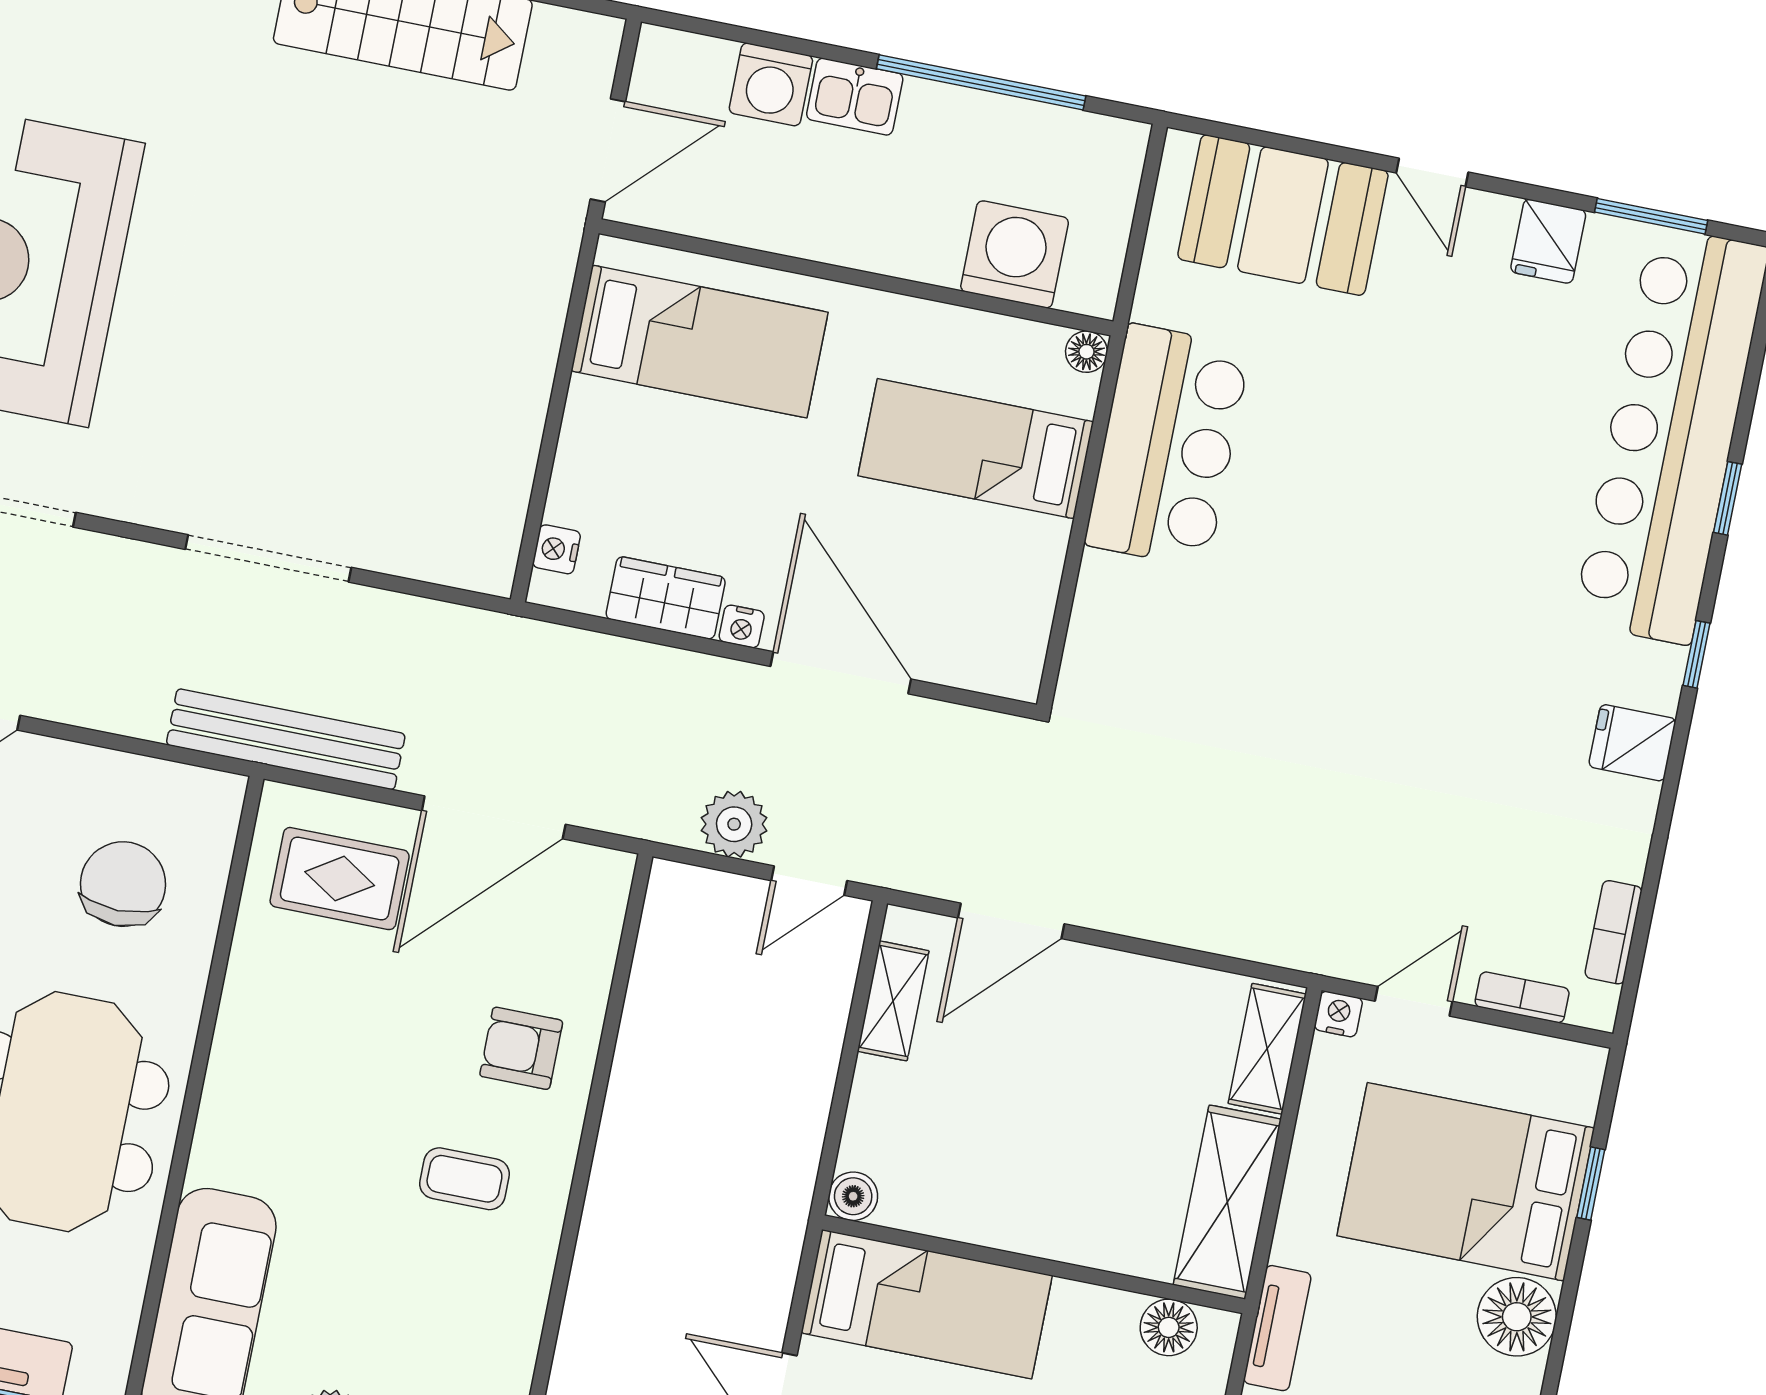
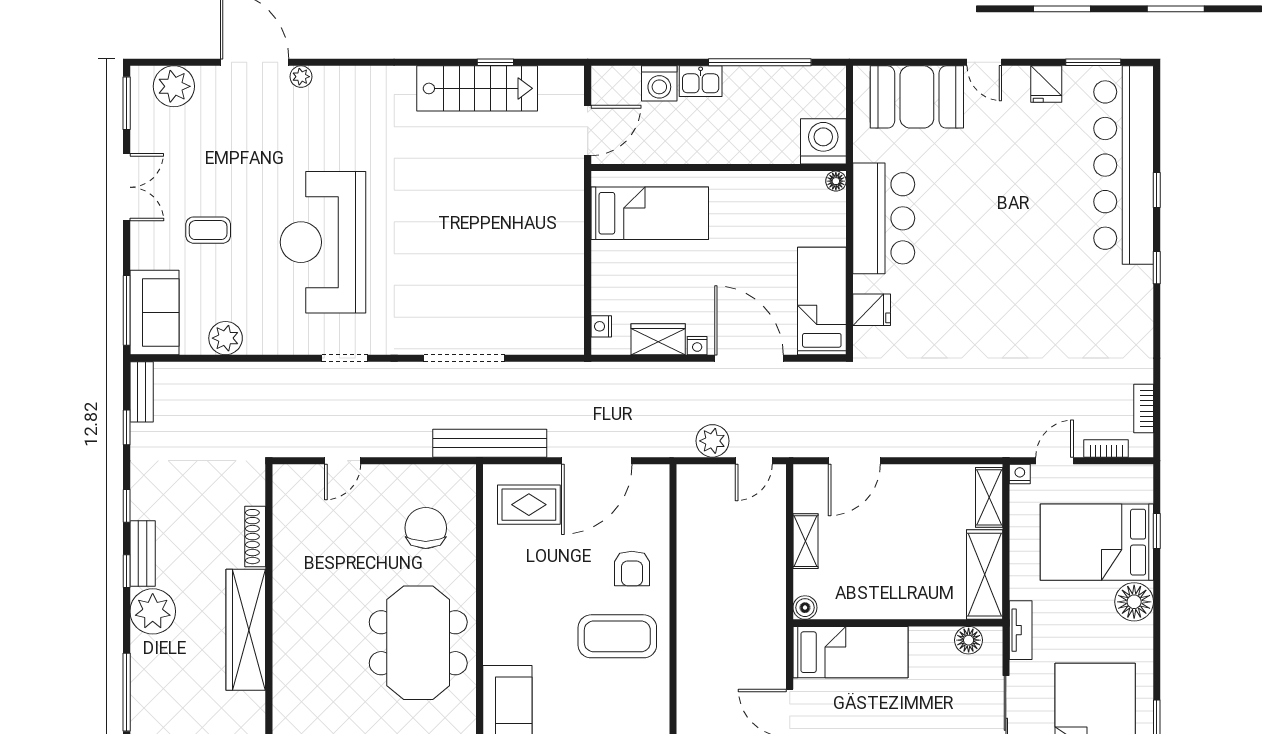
washing machine: (1015, 254) -> (823, 141), moved
bed: (976, 449) -> (822, 301), moved, turned 90
fridge: (1632, 743) -> (872, 310), moved, turned 180
shelving: (893, 1001) -> (805, 541), moved
armchair: (521, 1048) -> (632, 569), turned -90
coffee table: (464, 1179) -> (617, 636), width x1.86, depth x1.72

